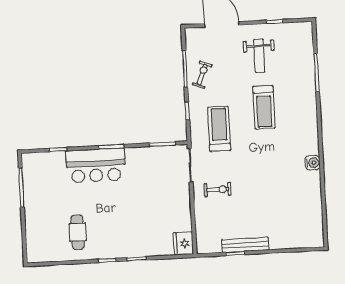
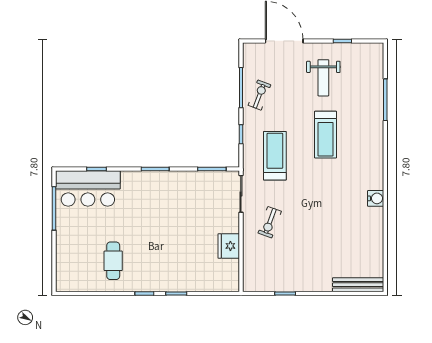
bar counter: (96, 165) -> (88, 188), moved
exercise bike: (218, 189) -> (270, 222), turned 110
fridge: (183, 243) -> (229, 246), moved
bench: (245, 245) -> (358, 285), moved

